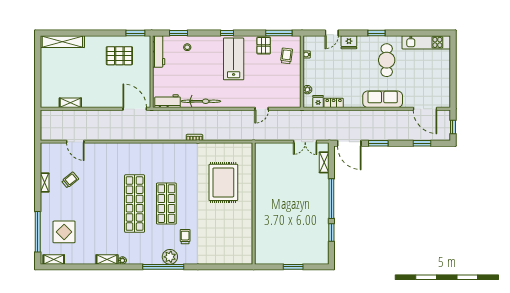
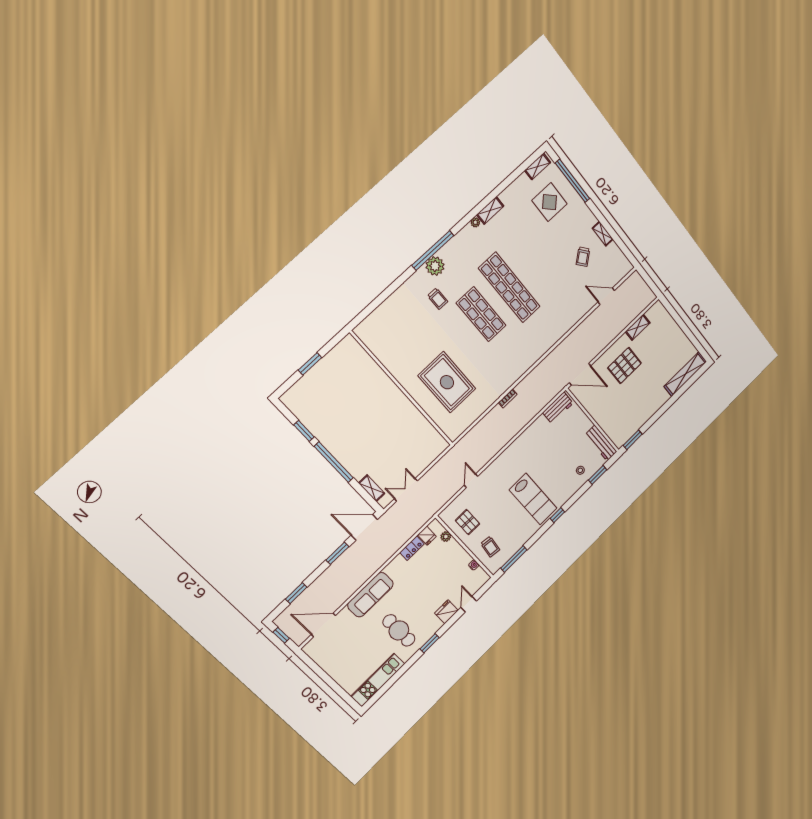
pallet: (264, 45) -> (468, 522), moved
pallet: (119, 56) -> (625, 366), moved
bicycle: (201, 101) -> (529, 436), removed

